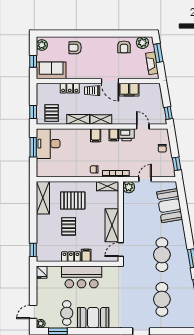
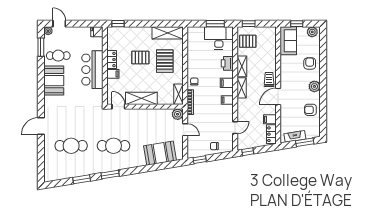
plant: (142, 43) -> (314, 86), moved
locker: (70, 88) -> (271, 134), moved
filing cabinet: (129, 90) -> (270, 119), width x0.50
printer: (127, 135) -> (227, 63), moved

